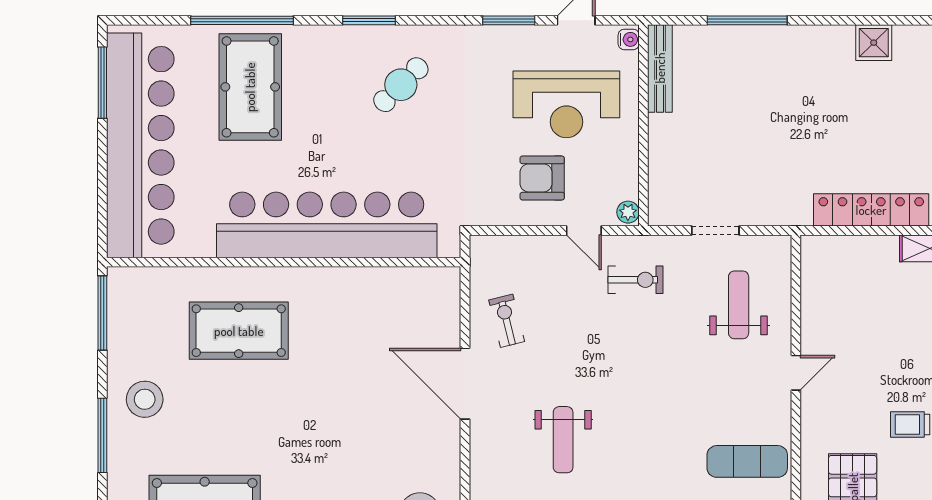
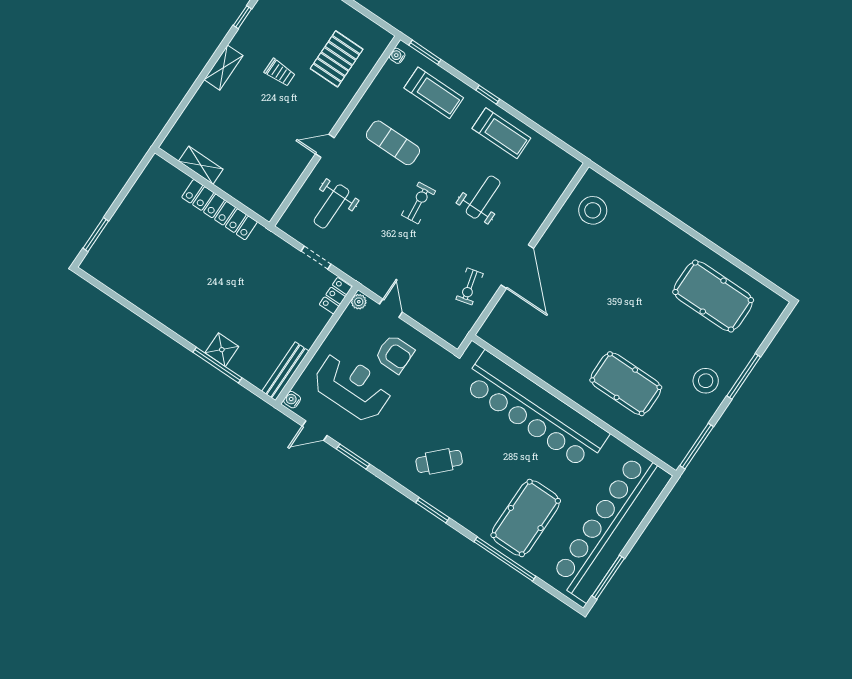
shower: (874, 43) -> (222, 350), moved
locker: (661, 201) -> (336, 296), added
exercise bike: (635, 280) -> (419, 203), moved, turned 84
exercise mat: (747, 461) -> (393, 143), moved

